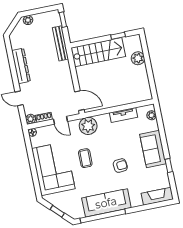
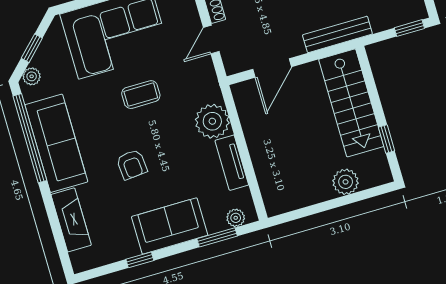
bench: (60, 43) -> (337, 34), moved
door: (79, 101) -> (272, 68), moved
window: (161, 125) -> (217, 237), added
plant: (88, 126) -> (212, 121), moved
fireplace: (157, 196) -> (71, 220), moved
plant: (72, 213) -> (32, 76), added

